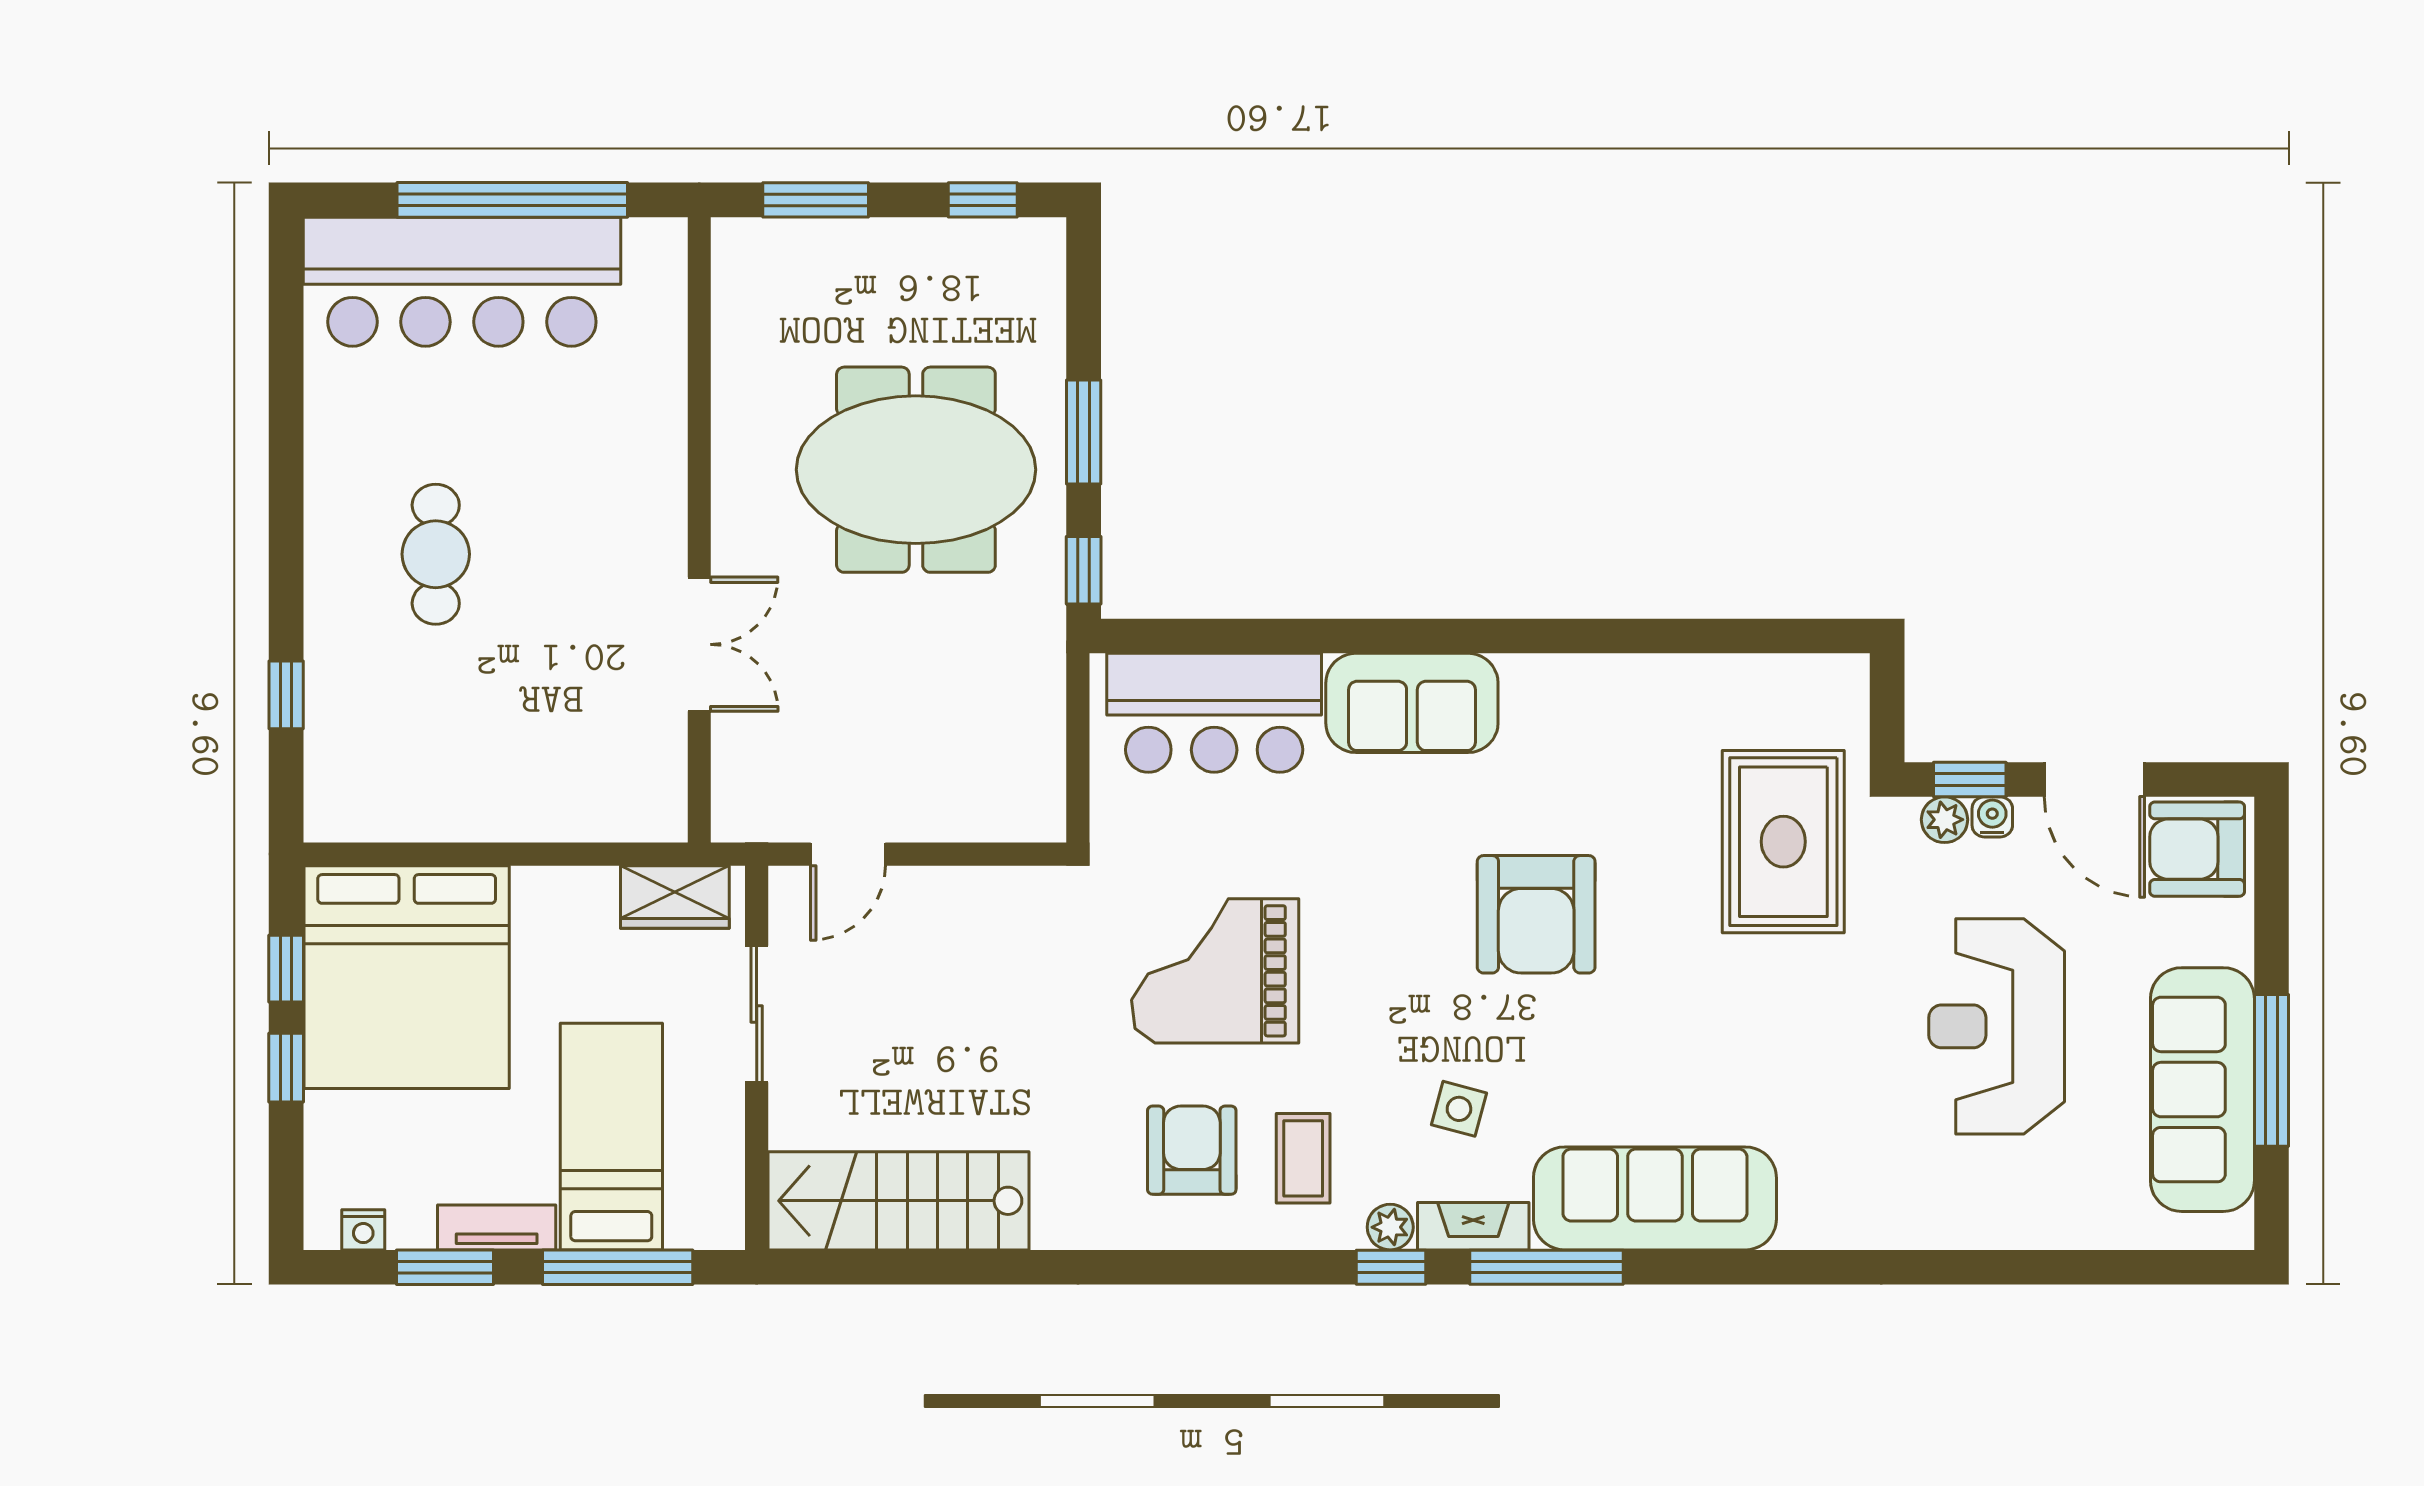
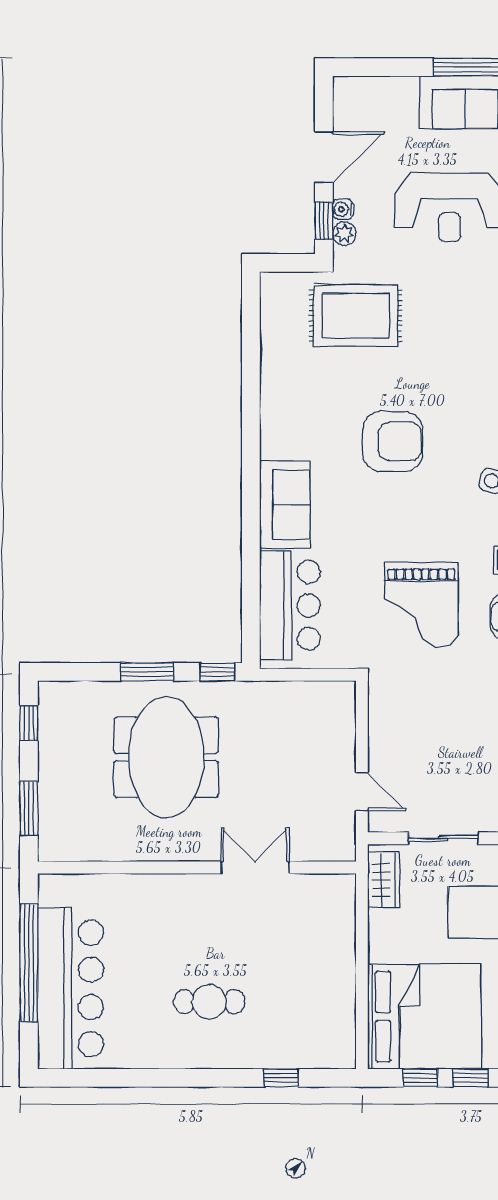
armchair: (2197, 849) -> (359, 105), removed

